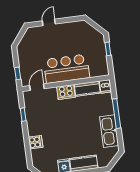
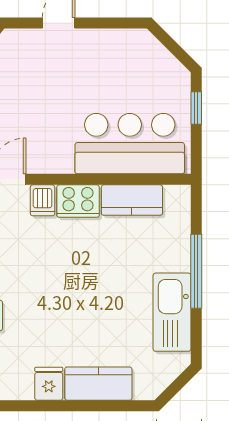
bar counter: (67, 69) -> (130, 144), moved
dishwasher: (105, 86) -> (43, 200), moved

